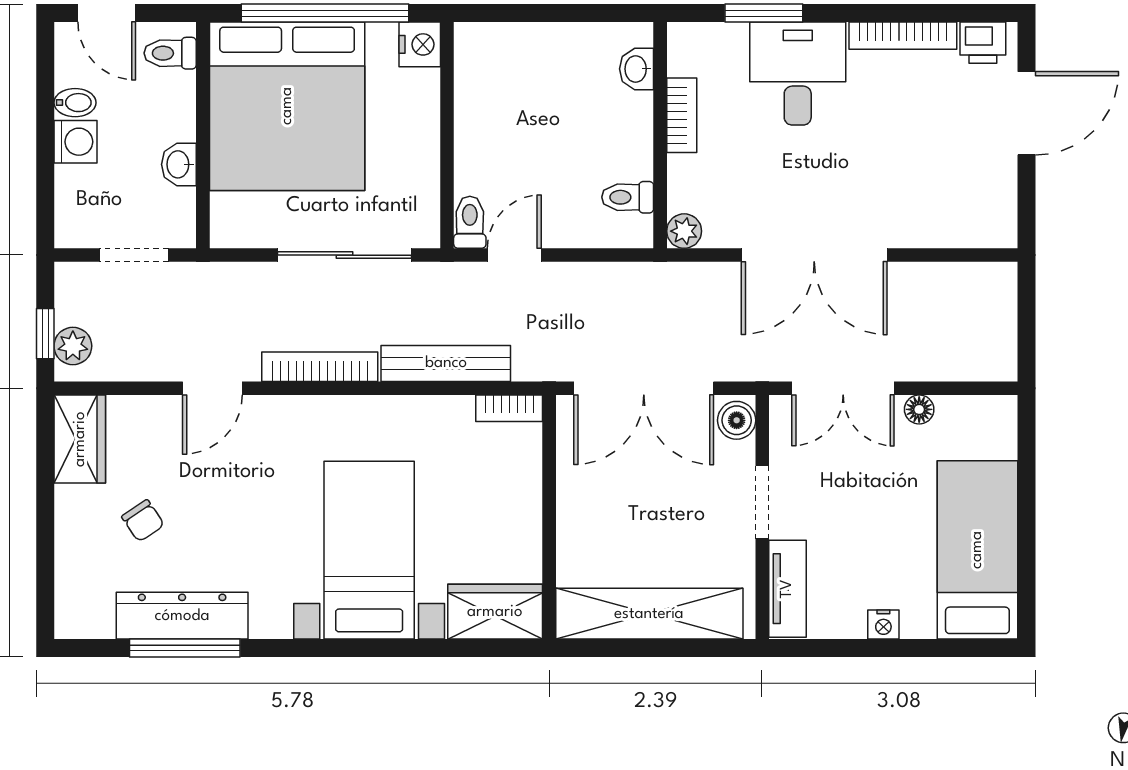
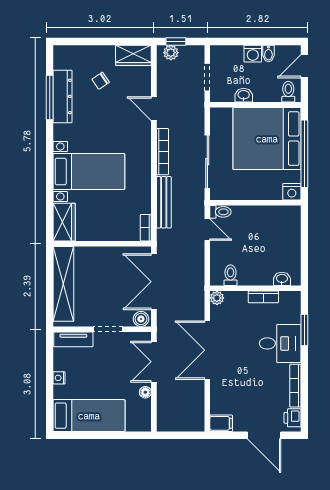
filing cabinet: (997, 220) -> (221, 423), added

